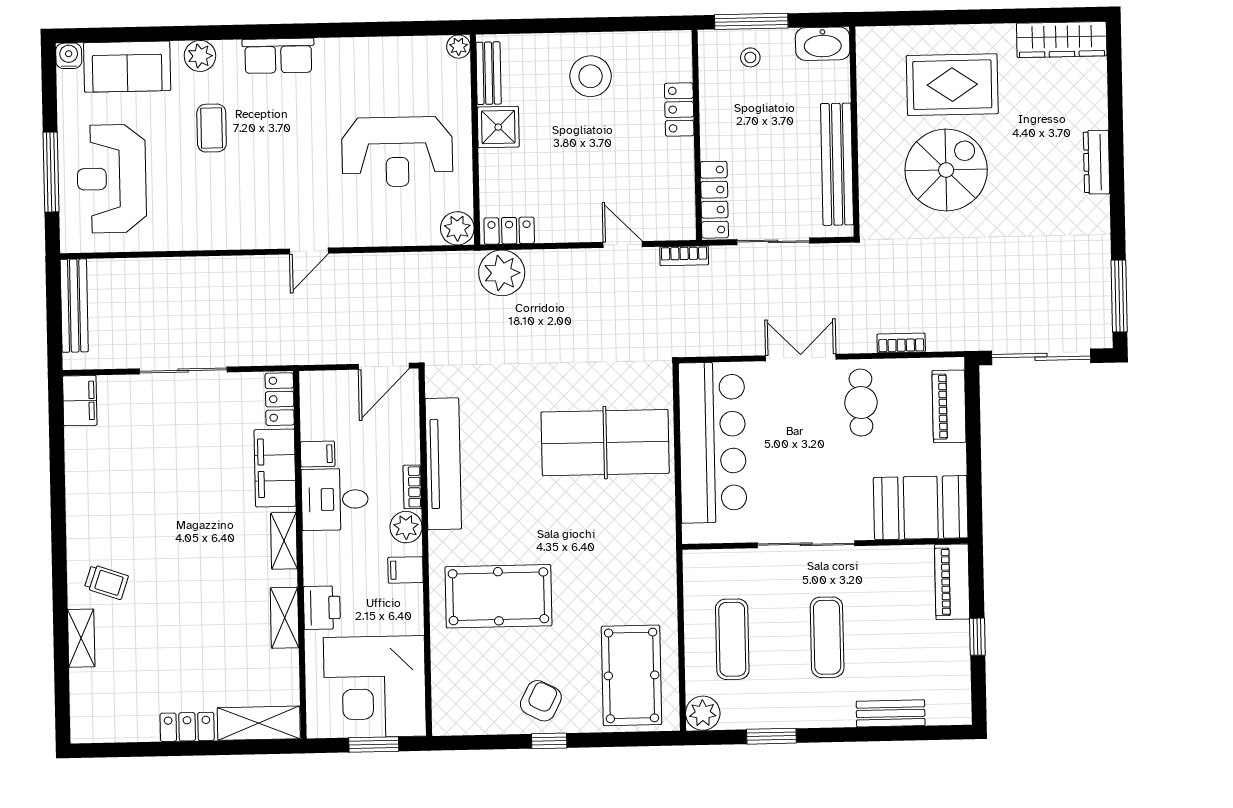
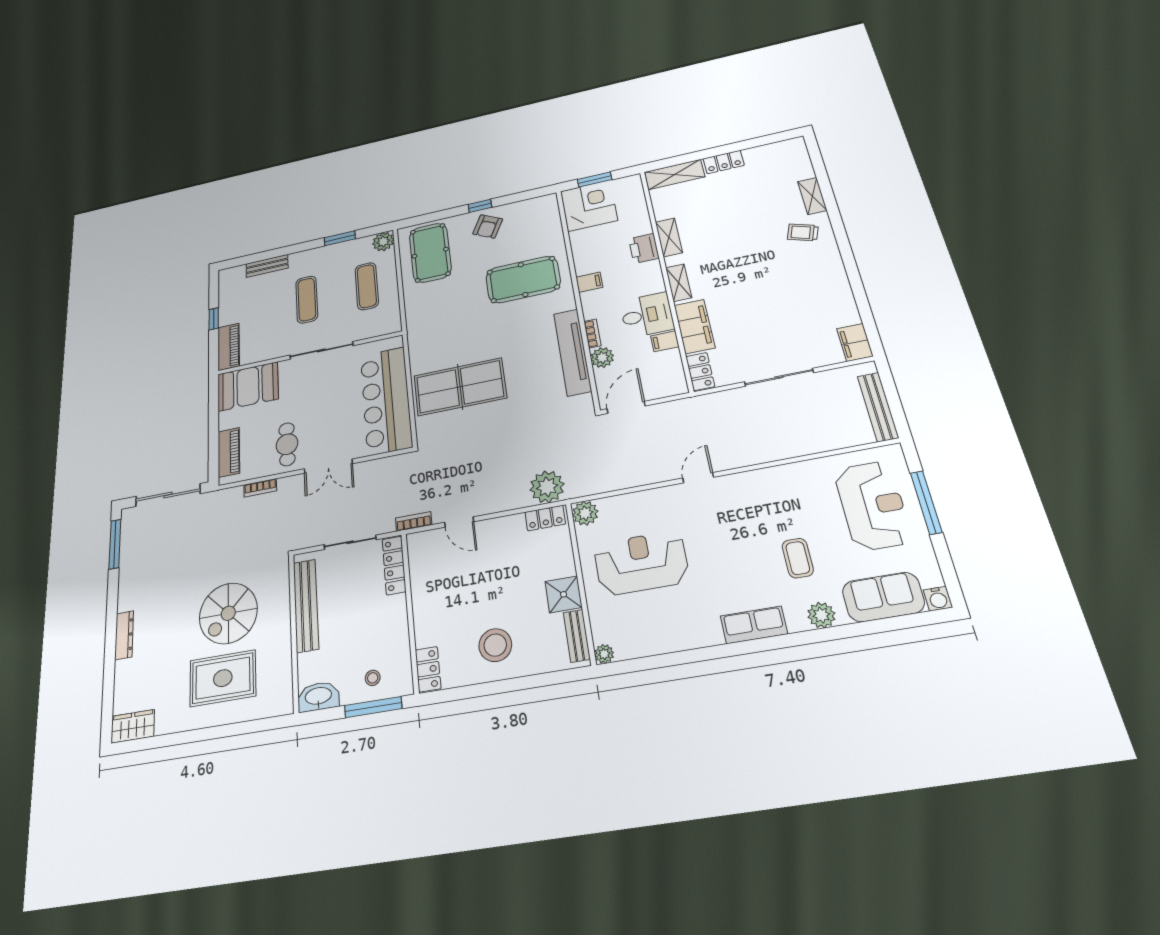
wardrobe: (1062, 40) -> (133, 726), width x0.67
locker: (679, 109) -> (428, 669), moved
plant: (406, 527) -> (602, 358), moved
corner desk: (375, 687) -> (589, 206), width x0.74, depth x0.74

